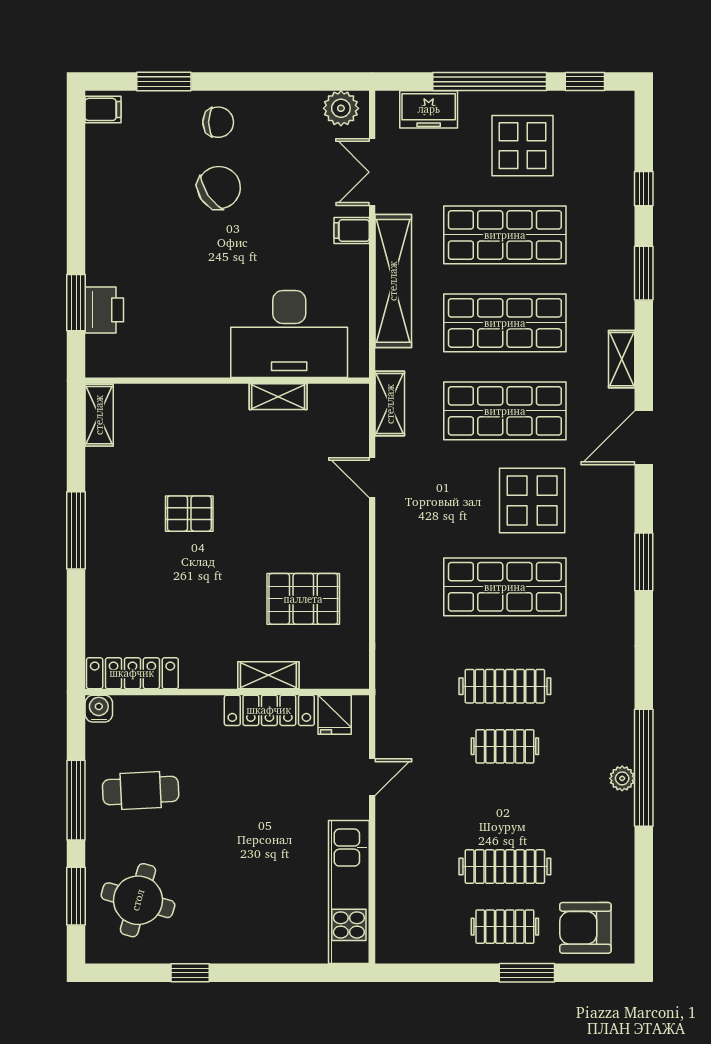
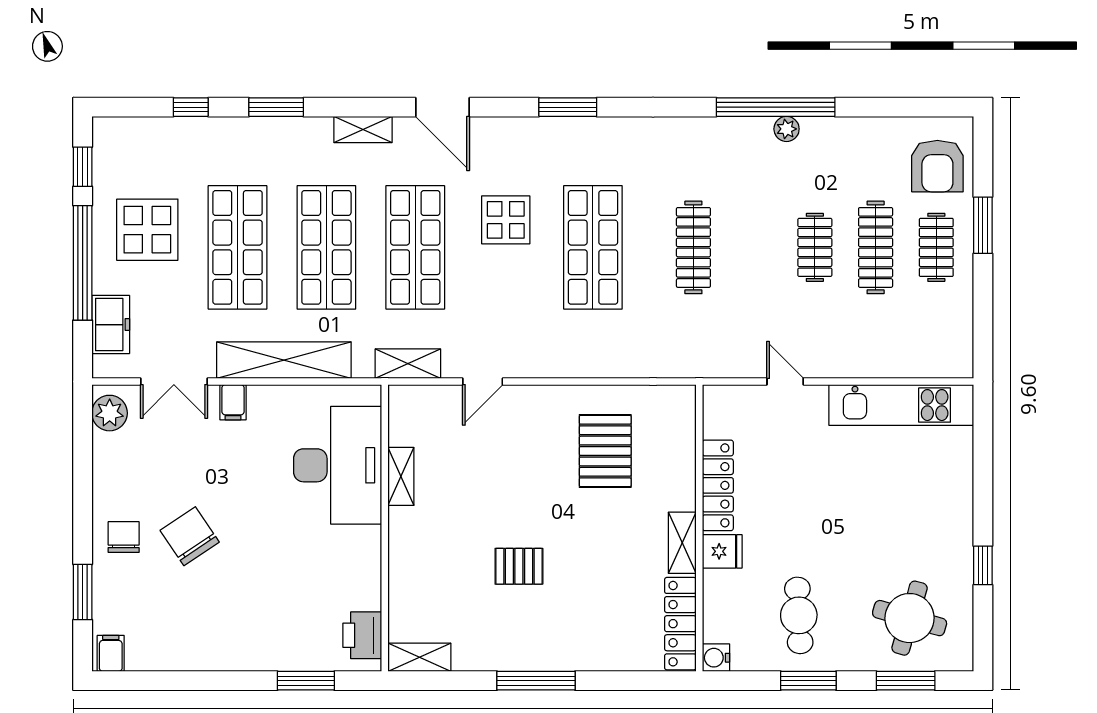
printer: (104, 310) -> (362, 635), moved, turned -90
display table: (532, 500) -> (506, 220), width x0.73, depth x0.73
pallet: (189, 514) -> (519, 566), turned 90
shelving: (268, 675) -> (682, 543), moved
fridge: (335, 715) -> (722, 551), moved
clothes rail: (505, 746) -> (815, 247), moved
window: (76, 800) -> (808, 681), width x0.69

